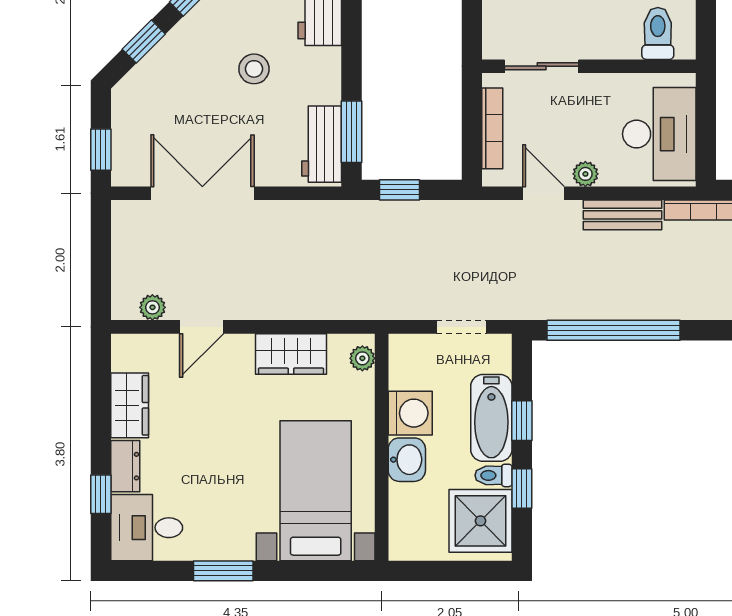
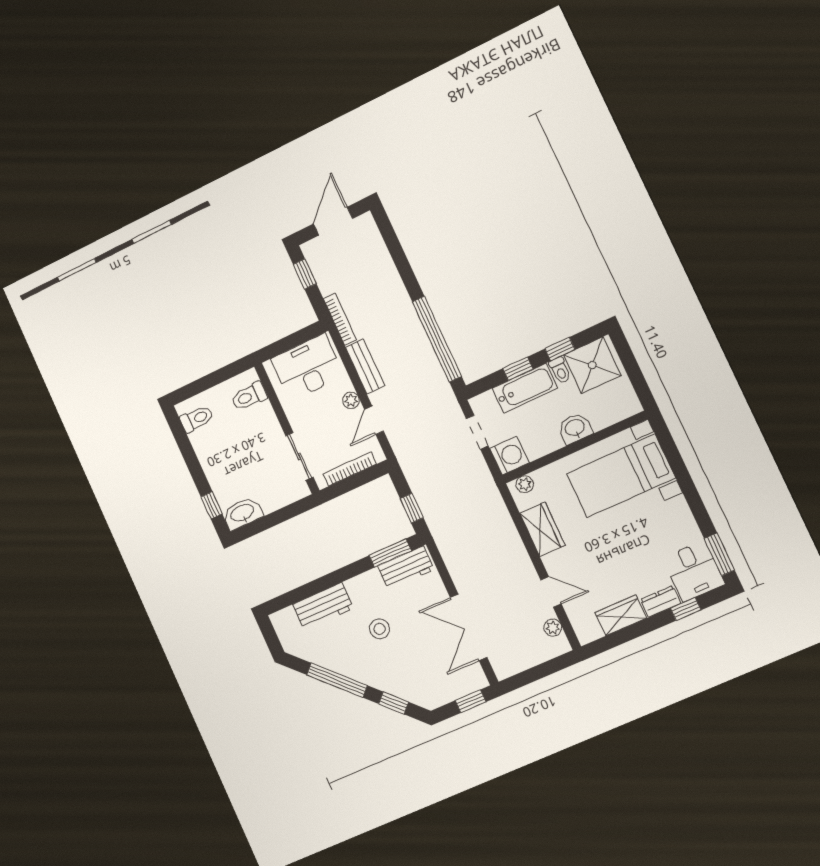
washing machine: (410, 413) -> (509, 456), moved, turned 90
window: (223, 571) -> (719, 554), moved

